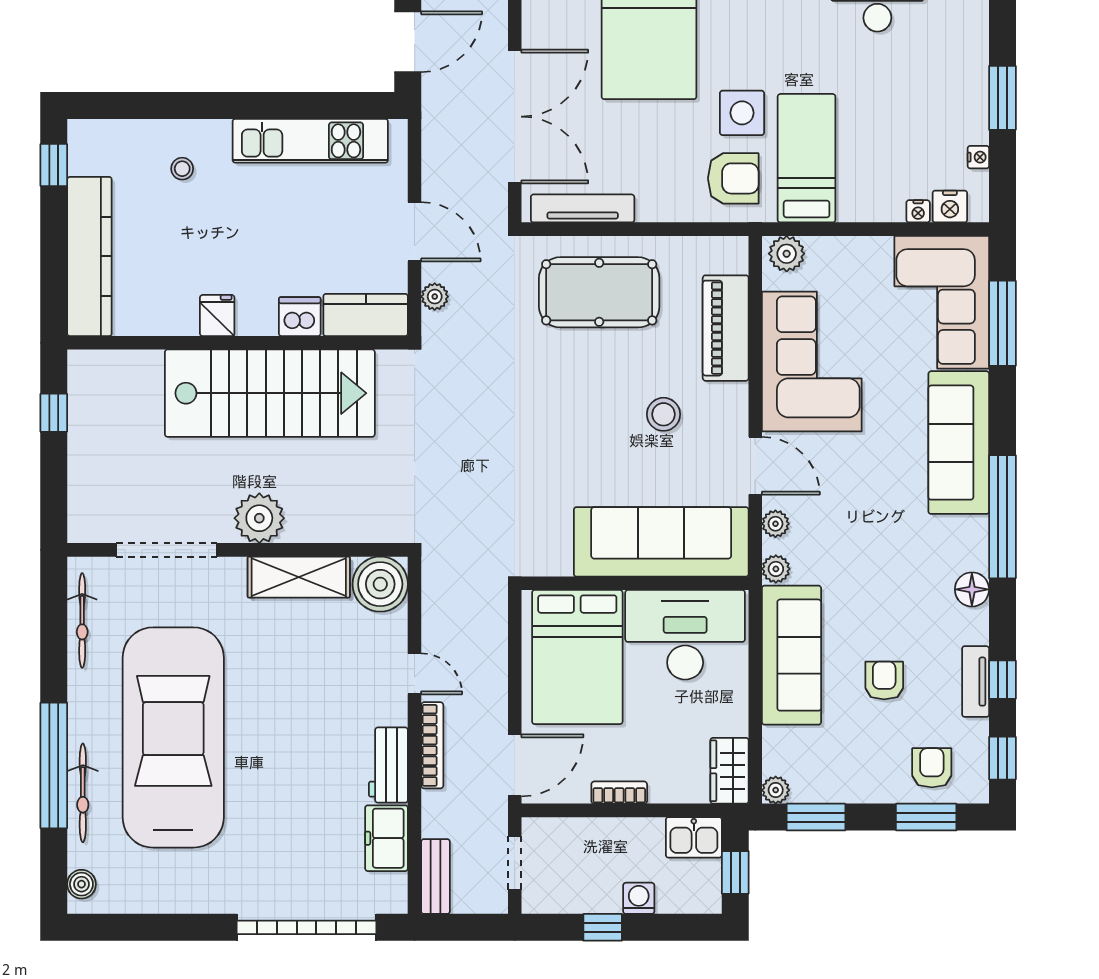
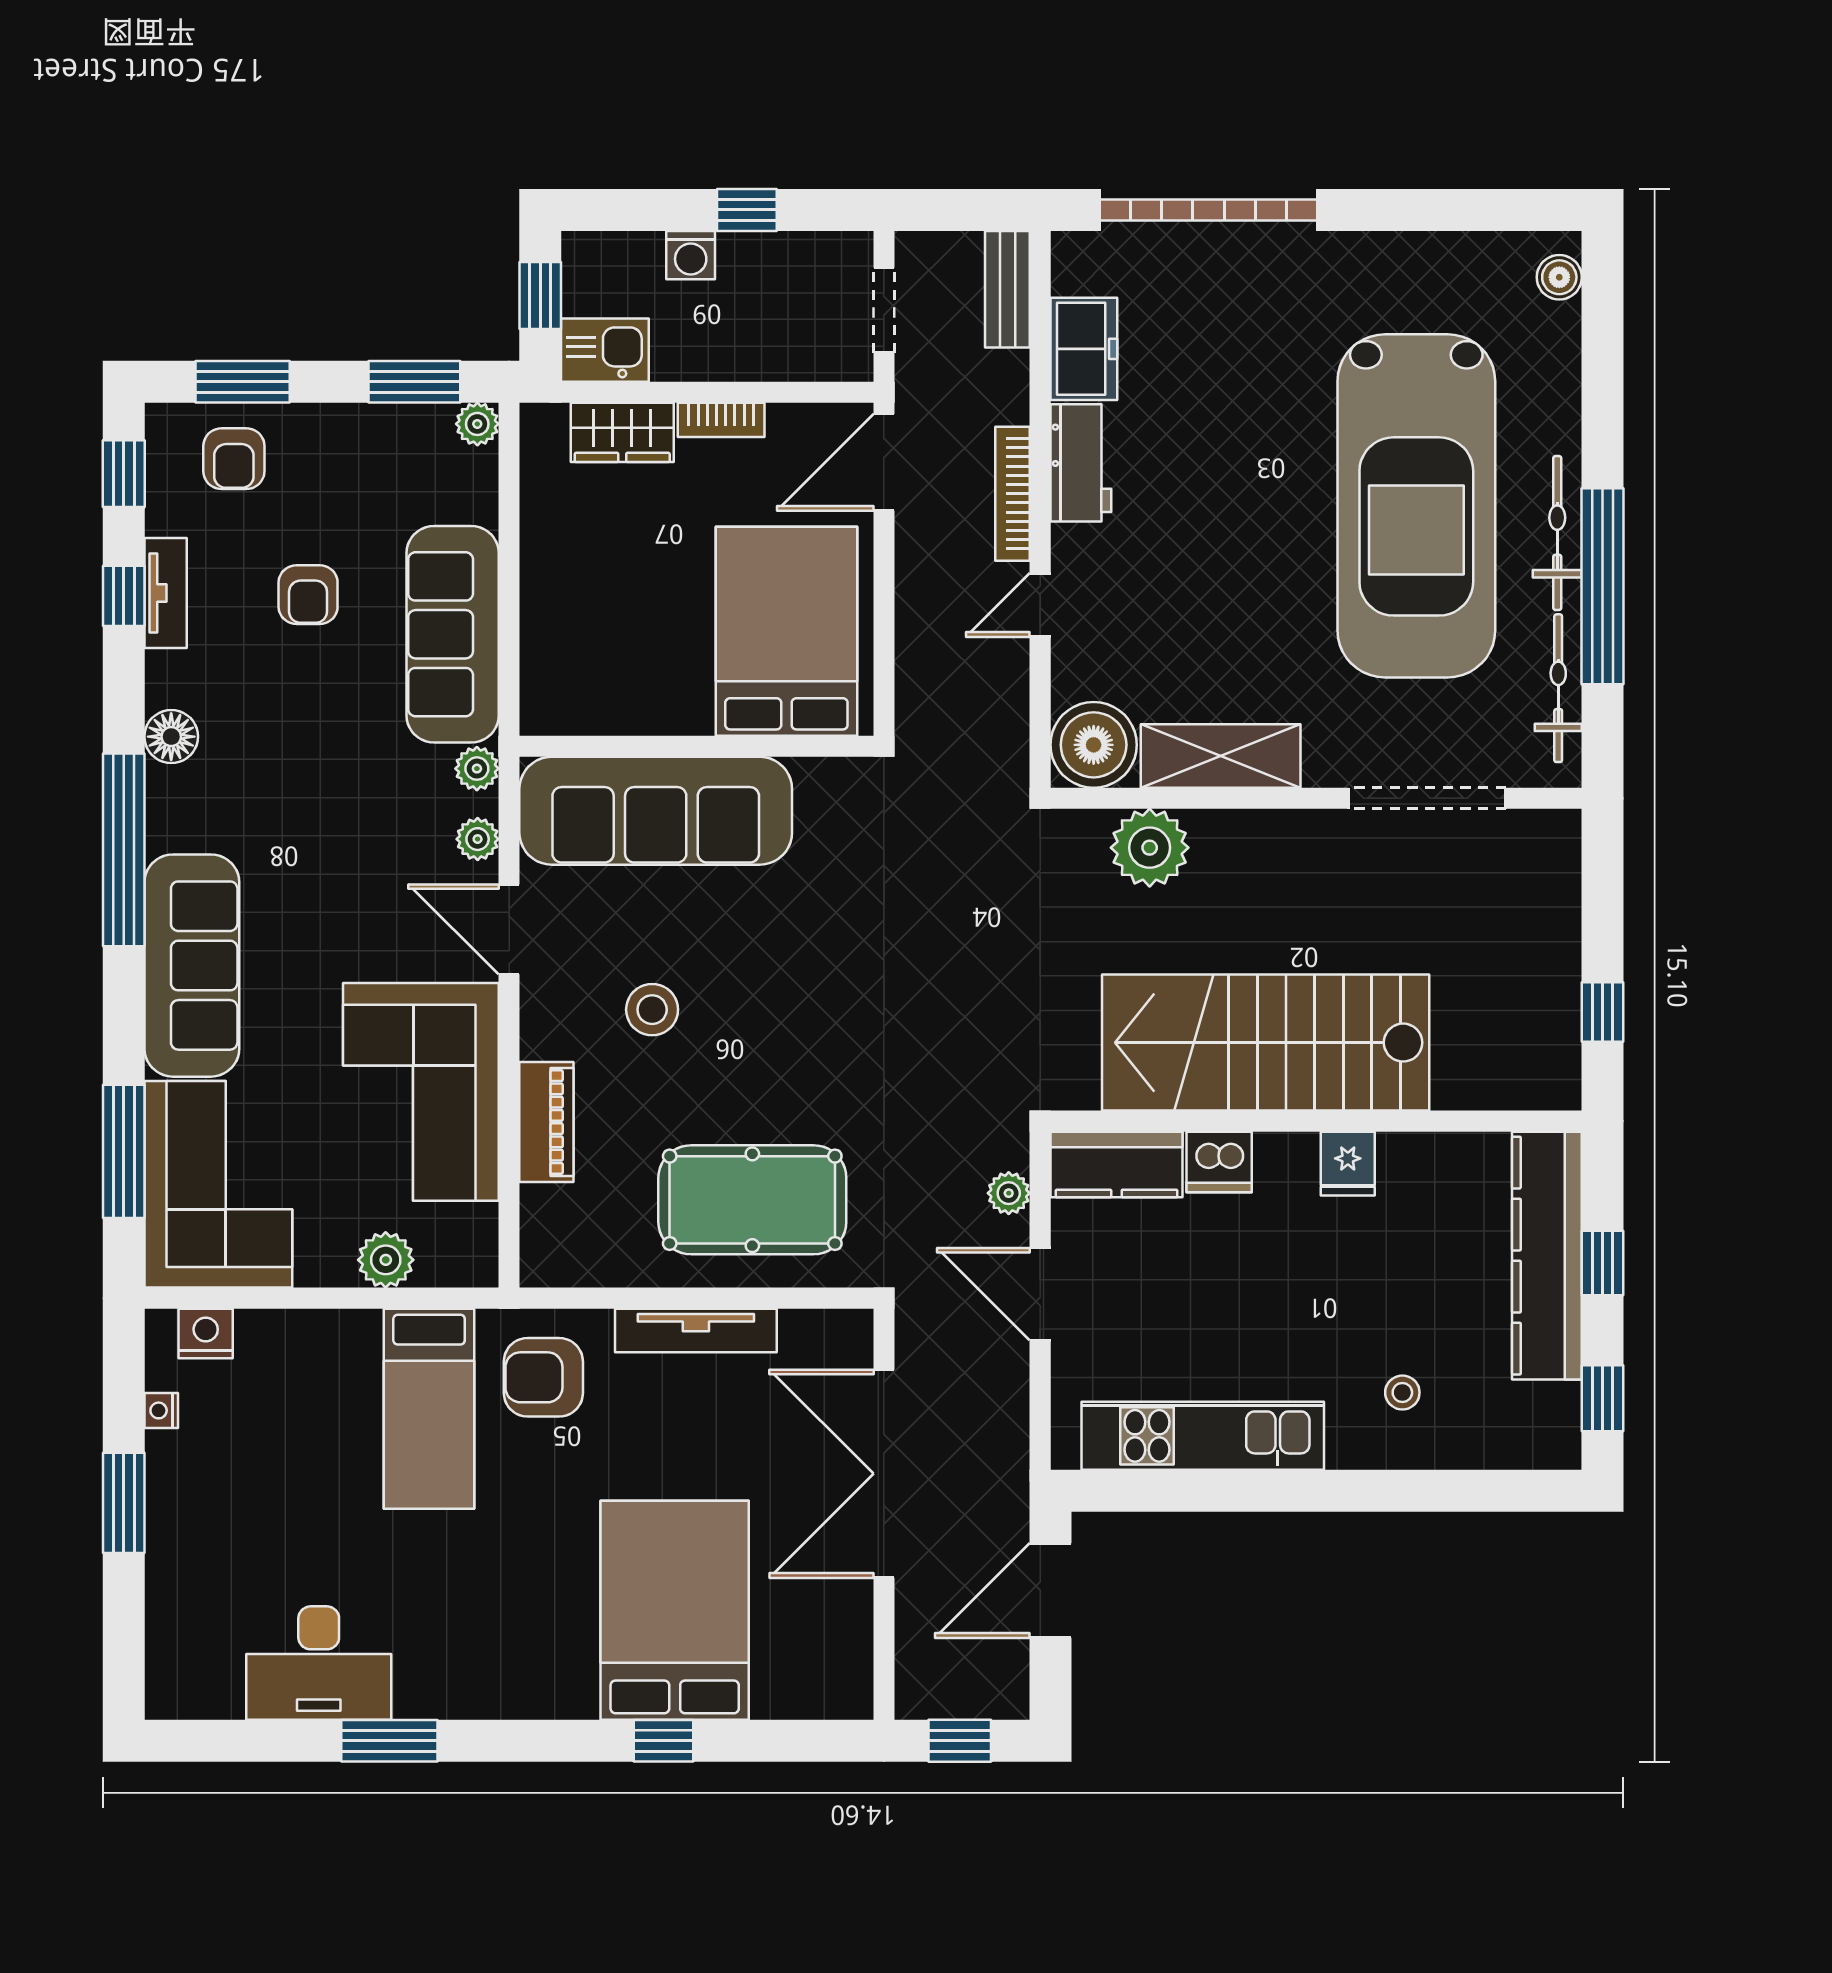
side table: (742, 113) -> (530, 1479), removed
tv unit: (583, 208) -> (696, 1330), moved
nightstand: (918, 211) -> (255, 1326), removed
window: (54, 252) -> (1602, 1263), added
plant: (787, 254) -> (386, 1260), moved
piano: (726, 328) -> (546, 1122), width x0.73, depth x0.75
plant: (259, 518) -> (1150, 848), moved
desk: (685, 635) -> (618, 666), removed
door: (415, 674) -> (1040, 605), hinge flipped
window: (54, 765) -> (1602, 586), moved
wardrobe: (729, 771) -> (622, 432), moved, turned 90
bicycle: (83, 793) -> (1557, 533), moved

